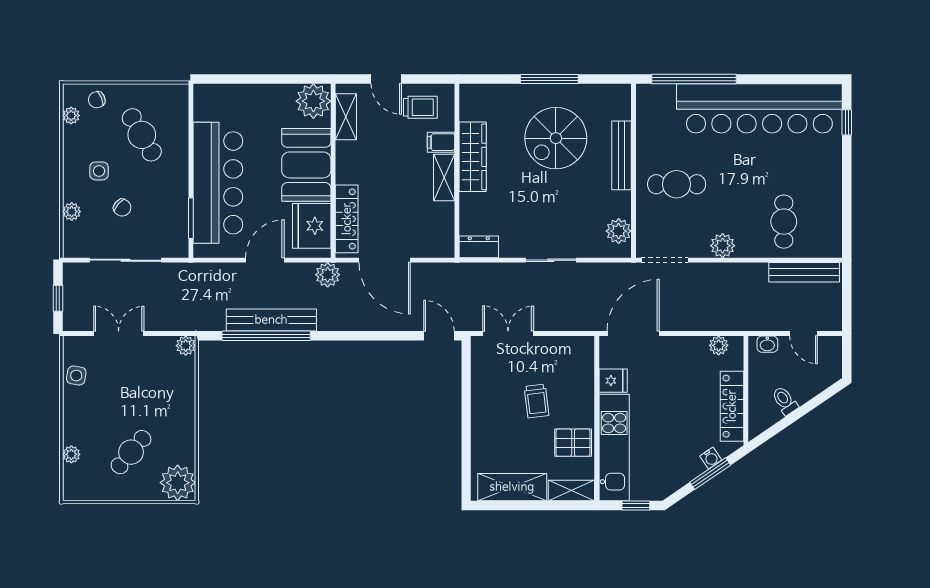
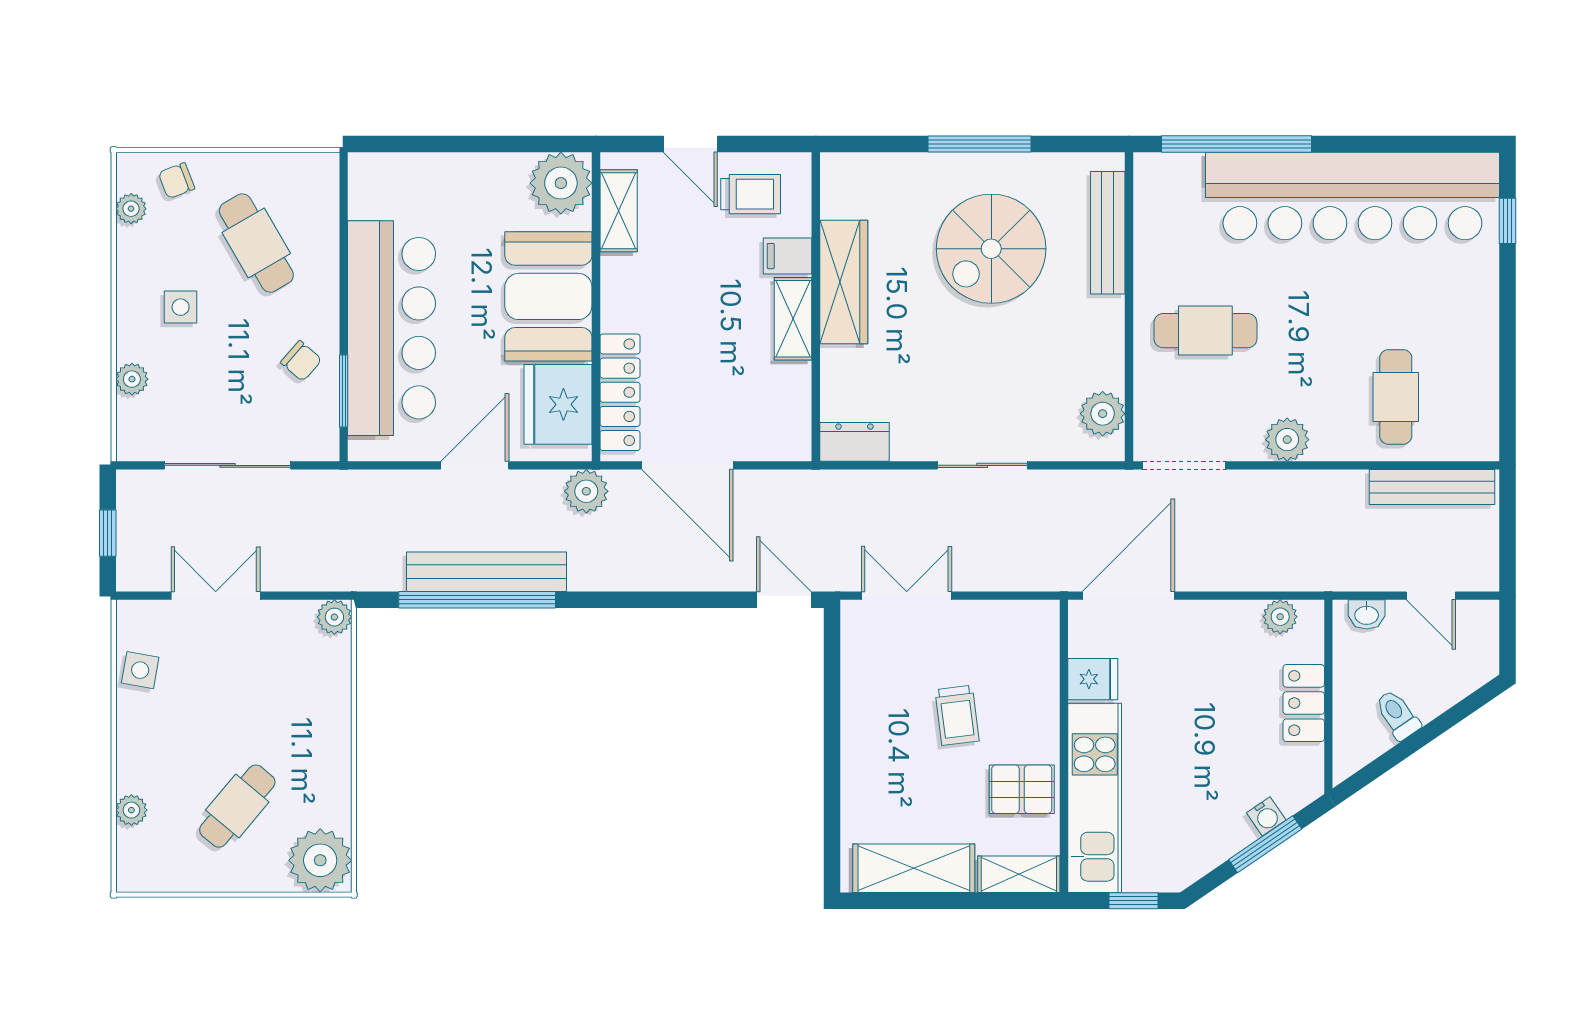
bench: (621, 155) -> (1108, 233), moved
chair: (122, 208) -> (301, 361), moved
locker: (732, 406) -> (1304, 703), width x0.66

